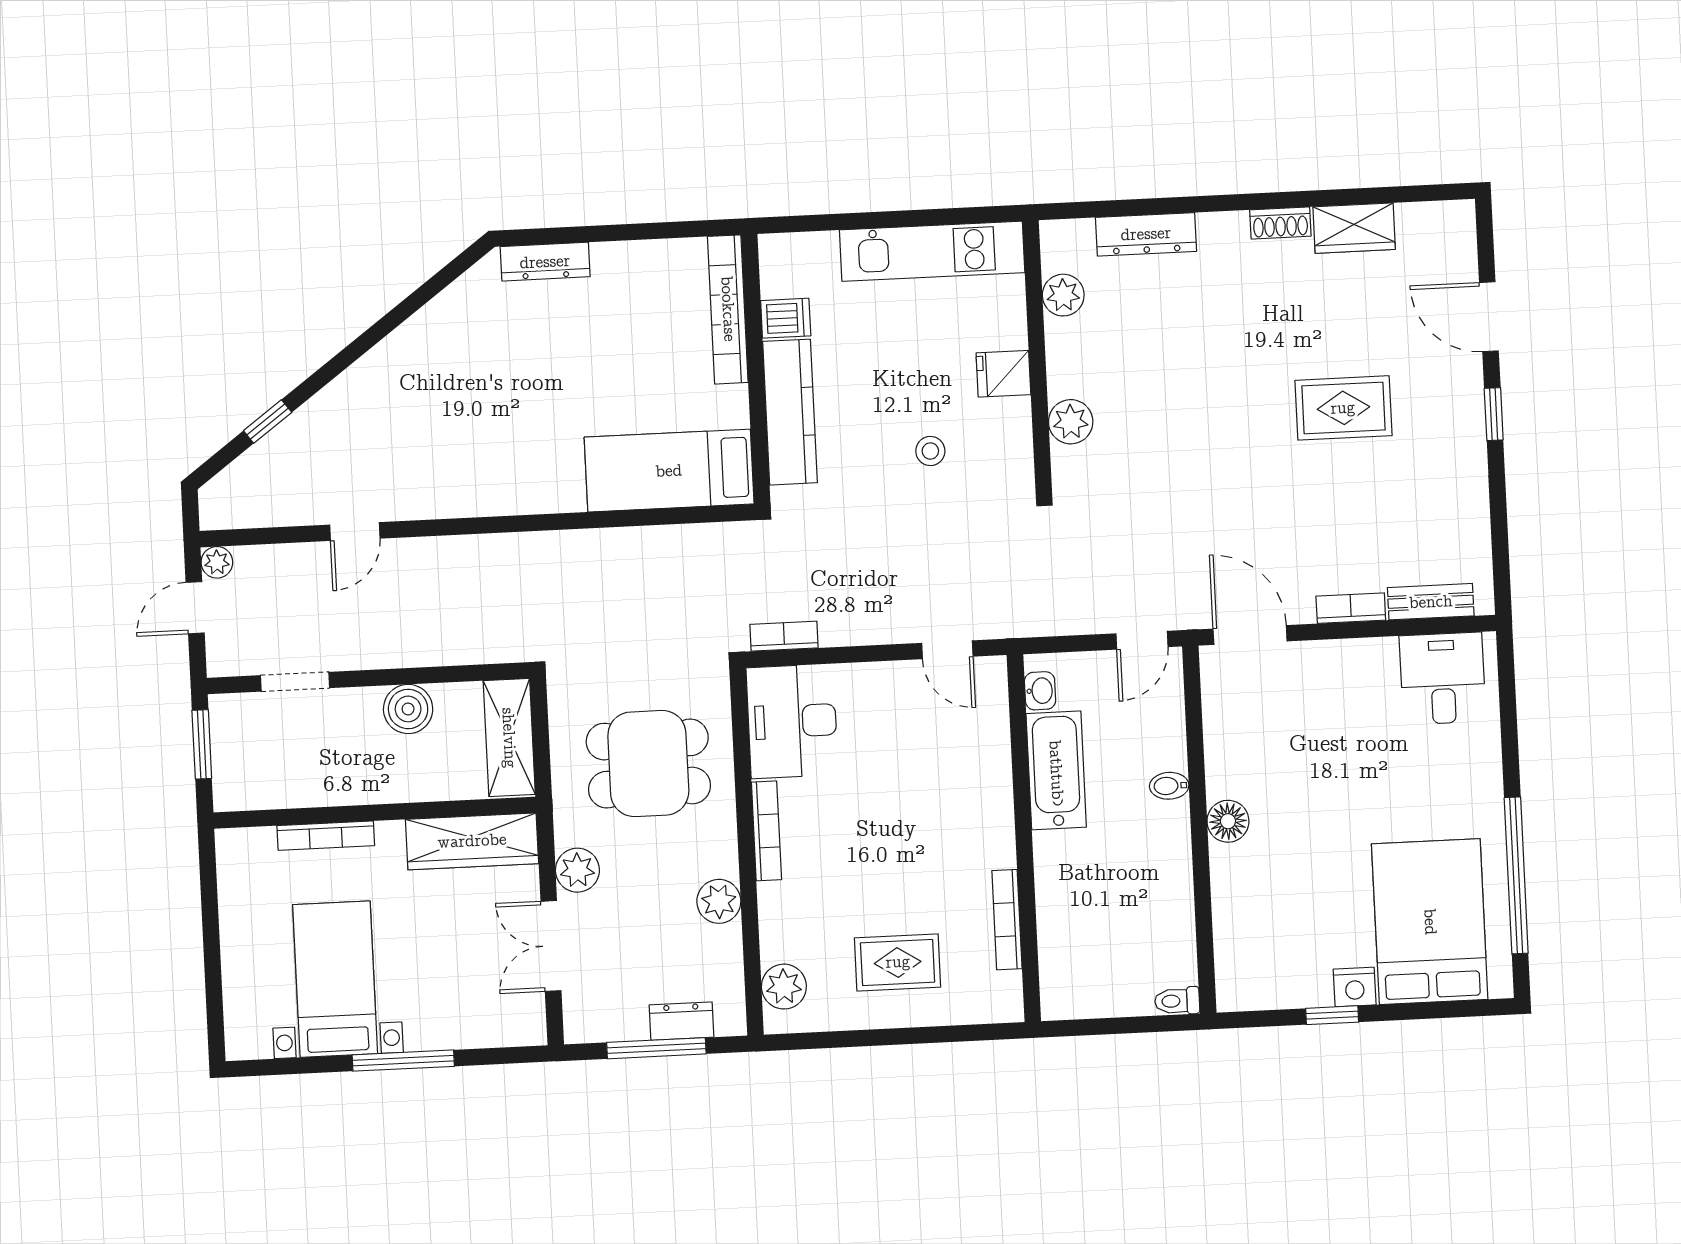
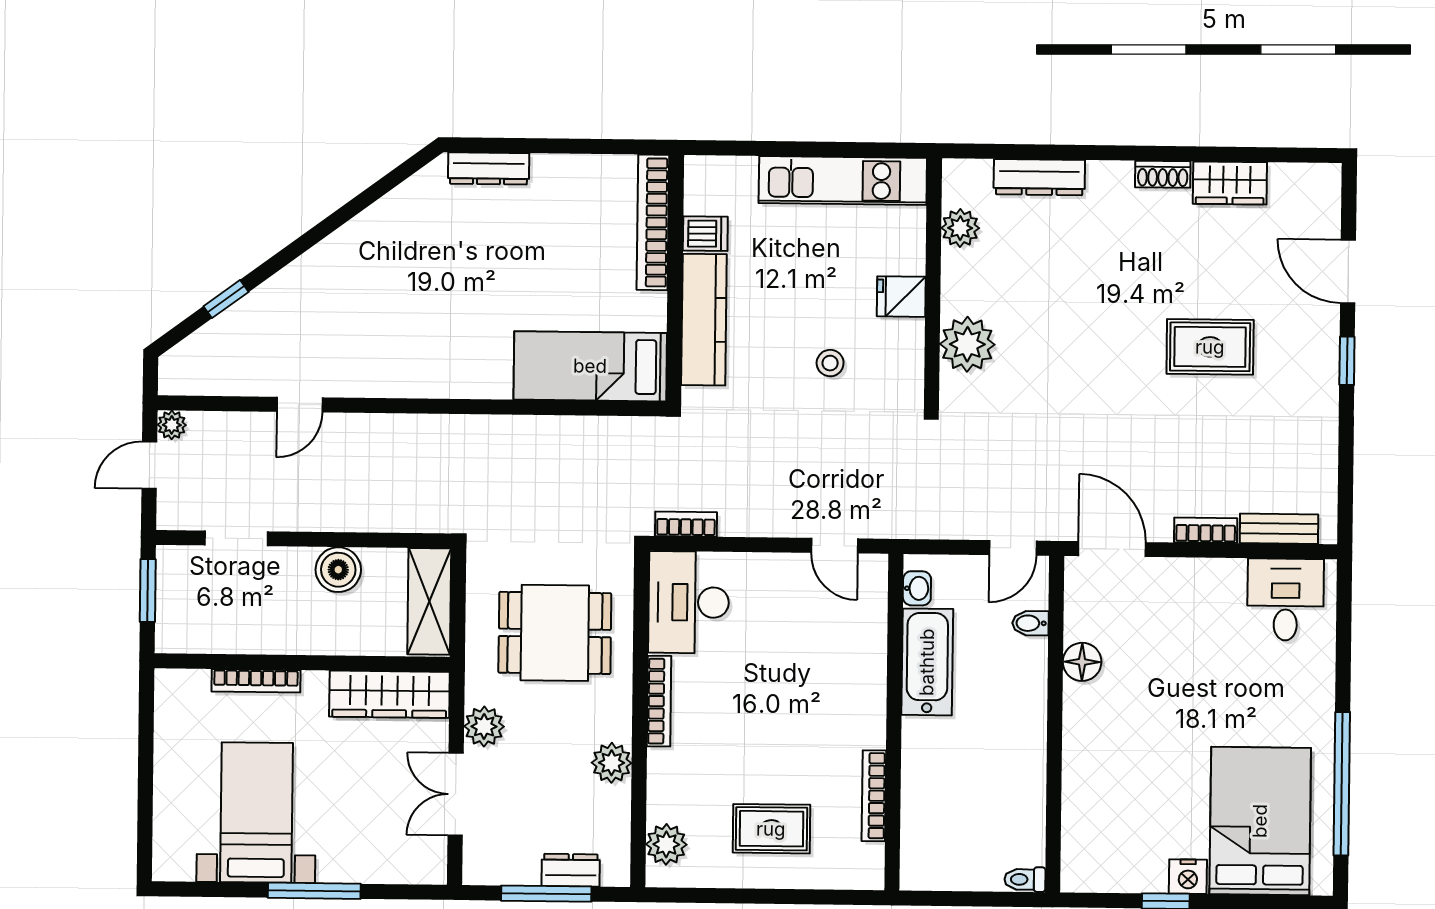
plant: (1071, 422) -> (967, 344), width x1.36, depth x1.36
bidet: (1169, 786) -> (1030, 623), moved
floor lamp: (1228, 821) -> (1082, 662), moved

